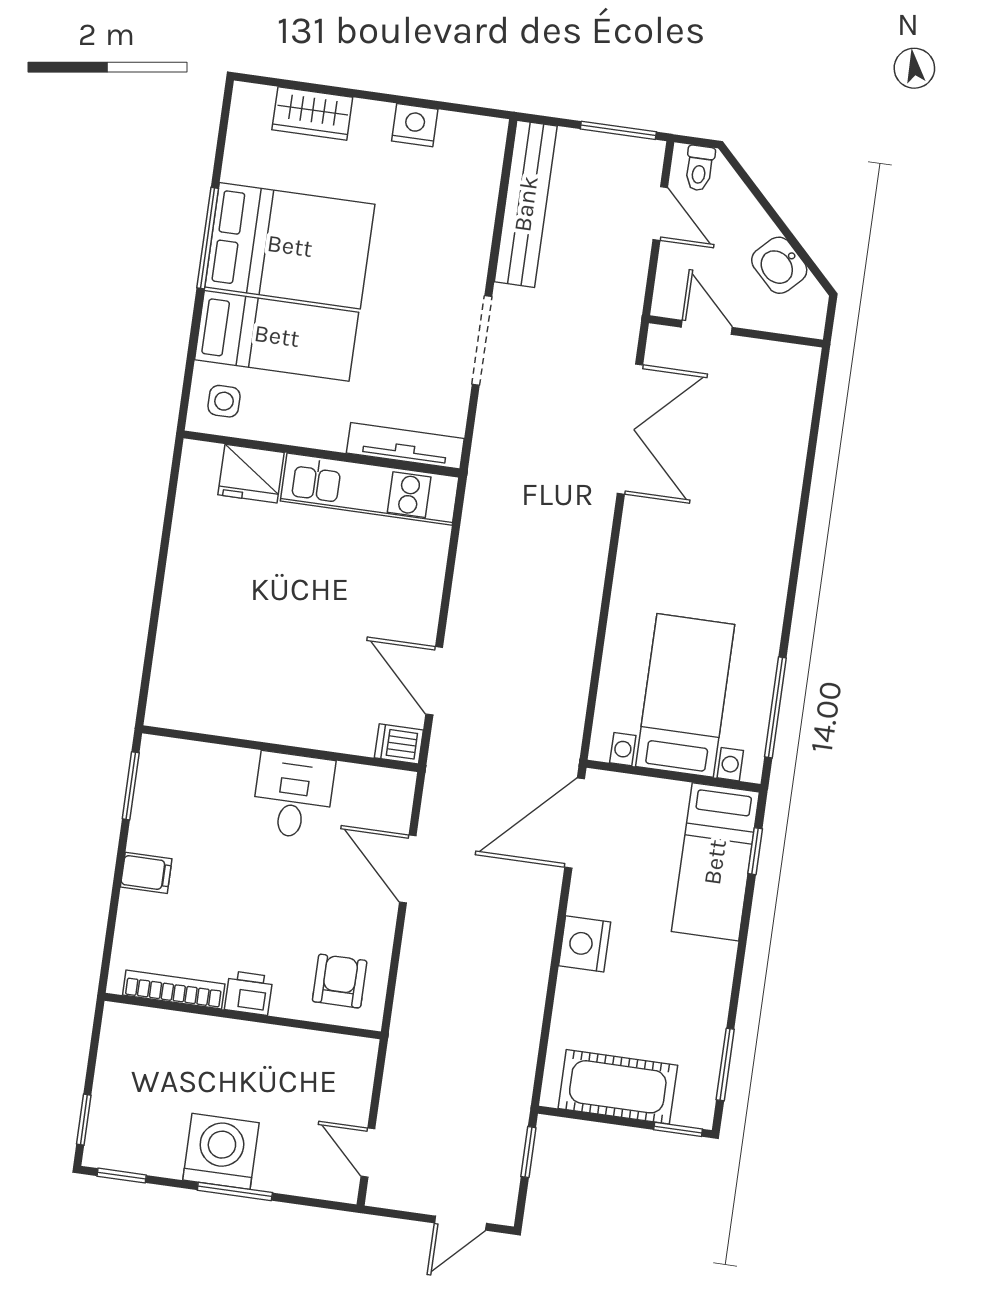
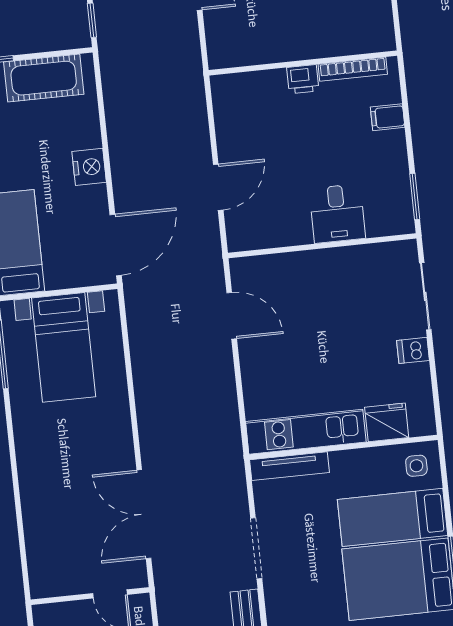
sliding door: (151, 640) -> (425, 296), added
dishwasher: (399, 744) -> (413, 350), moved, turned 180
desk: (293, 796) -> (337, 214), moved
door: (408, 869) -> (218, 187), hinge flipped
filing cabinet: (146, 873) -> (388, 117), moved
armchair: (340, 981) -> (245, 102), removed

